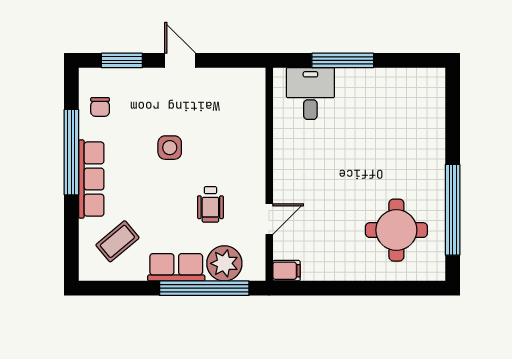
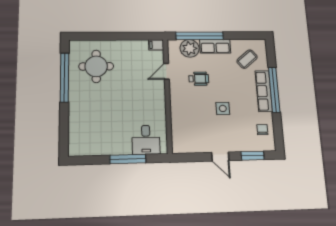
window: (71, 152) -> (274, 90), moved
wheelchair: (210, 204) -> (199, 79), turned 90

